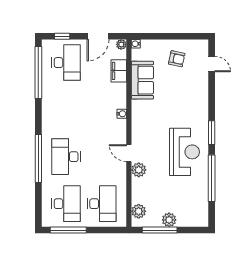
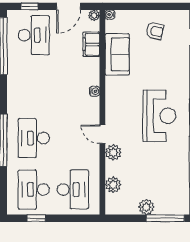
reception desk: (184, 152) -> (159, 116), moved
desk: (66, 204) -> (34, 190), turned 180
plant: (139, 211) -> (113, 185), moved
window: (68, 230) -> (36, 218), width x0.46
window: (160, 230) -> (165, 218), moved

